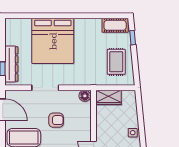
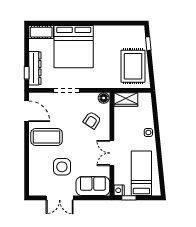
cot: (115, 25) -> (41, 32), moved
rug: (116, 62) -> (133, 66), width x1.36, depth x1.43
armchair: (56, 120) -> (92, 120), moved, turned 123

